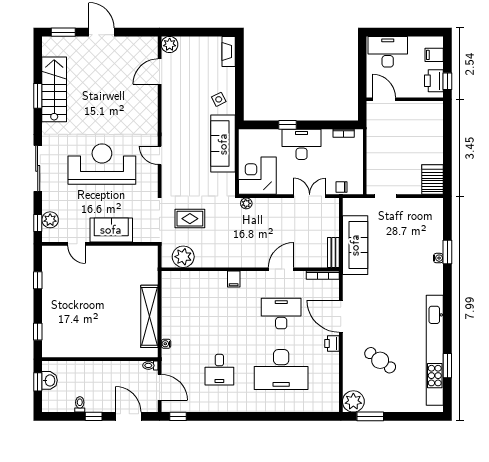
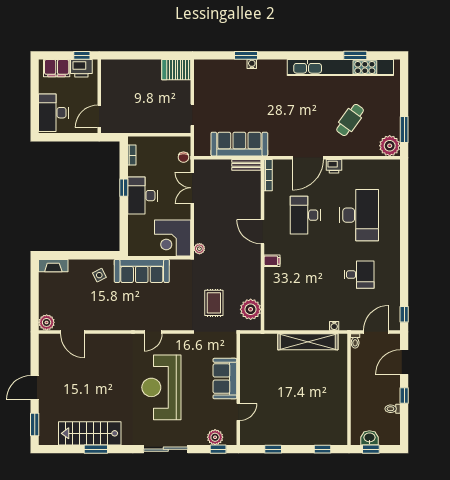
filing cabinet: (434, 55) -> (57, 68), width x2.00
window: (288, 125) -> (124, 188), moved
door: (281, 269) -> (263, 232), moved

